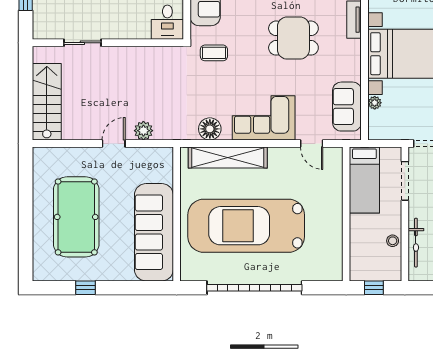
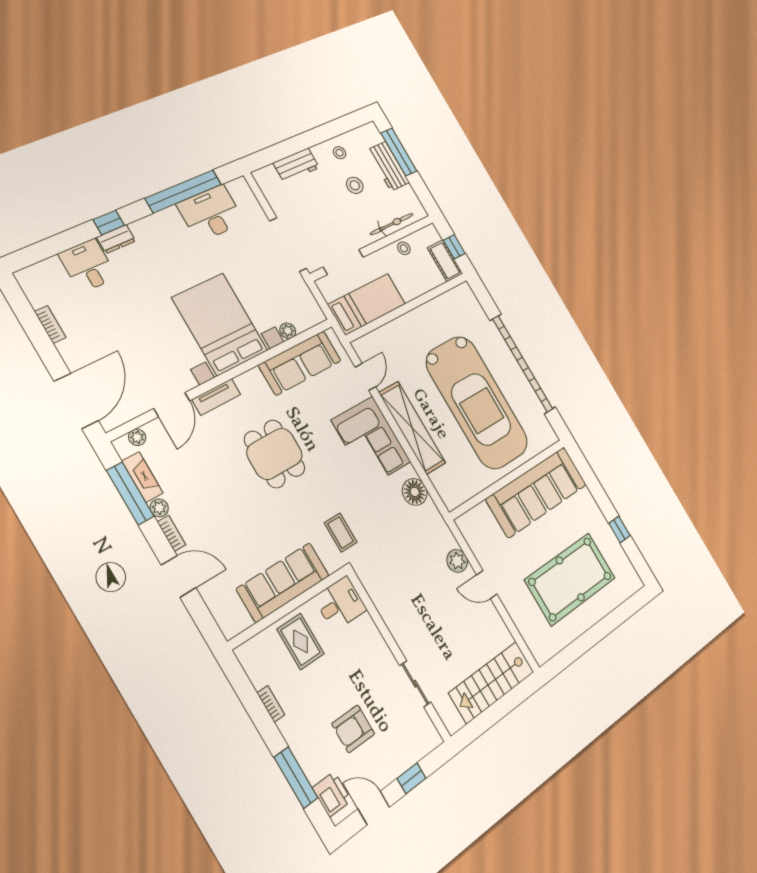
sofa: (347, 107) -> (300, 363), width x1.36
shelving: (228, 157) -> (412, 428), moved
cot: (367, 272) -> (445, 261), added

